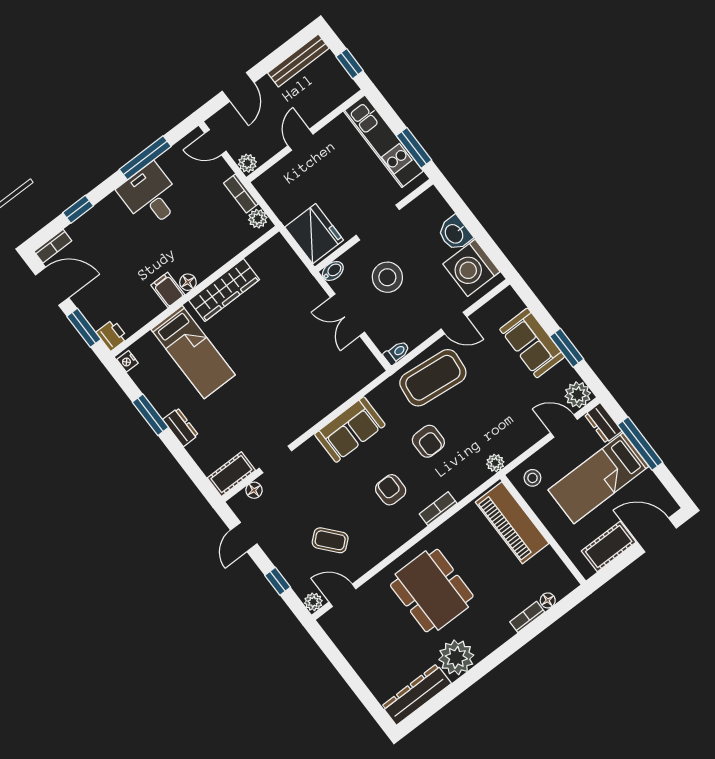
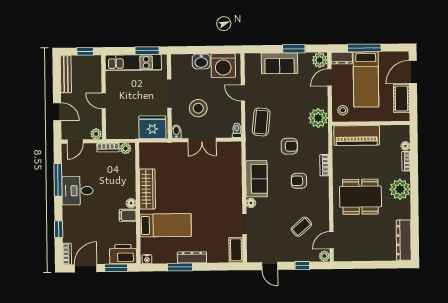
door: (454, 323) -> (243, 93), swing flipped
printer: (112, 335) -> (123, 254), width x1.87, depth x1.48
coffee table: (433, 378) -> (261, 122), width x0.73, depth x0.76
dresser: (181, 427) -> (192, 257), width x1.44
plant: (495, 463) -> (318, 118), width x1.87, depth x1.87
floor lamp: (254, 490) -> (251, 203), moved
plant: (456, 657) -> (400, 189), moved

